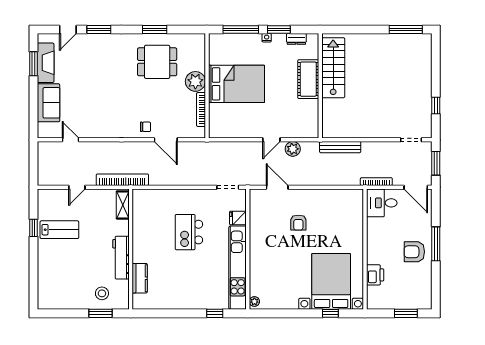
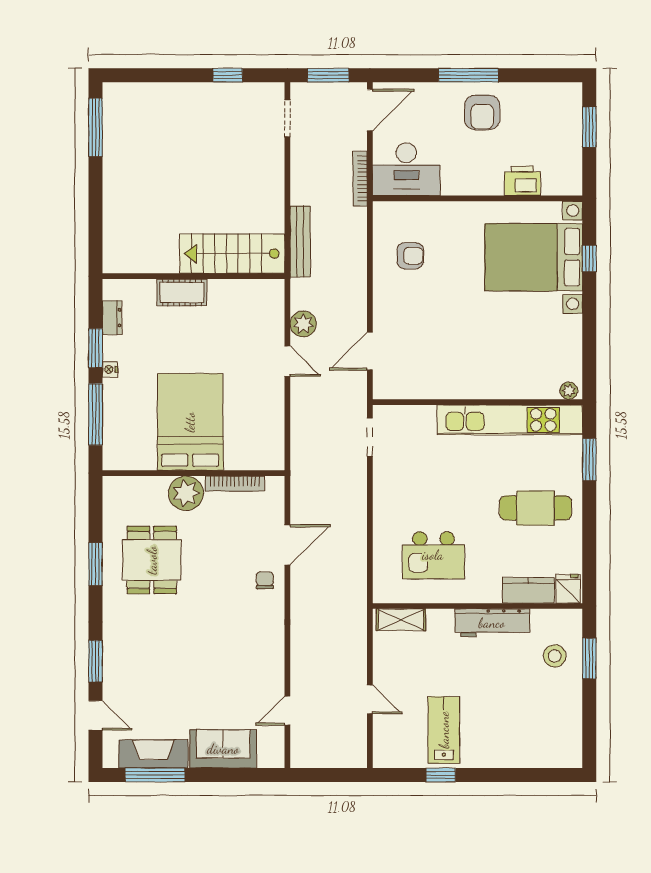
window: (33, 64) -> (155, 775), width x1.44
stairs: (333, 68) -> (232, 254), moved
cot: (308, 79) -> (182, 292), width x0.73, depth x0.75
bookcase: (122, 180) -> (357, 620), removed
desk: (382, 203) -> (406, 169), width x1.37
fridge: (238, 218) -> (568, 589), moved, turned 180
armchair: (298, 223) -> (410, 256), moved
kitchen island: (189, 232) -> (433, 555), moved
cafe table: (187, 282) -> (536, 508), added
window: (215, 313) -> (589, 460), width x1.50

